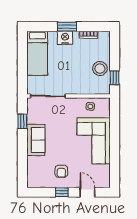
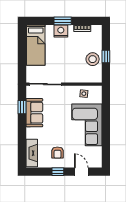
window: (115, 78) -> (106, 56), moved
sofa: (36, 140) -> (34, 113), moved
fireplace: (33, 172) -> (32, 153), added

